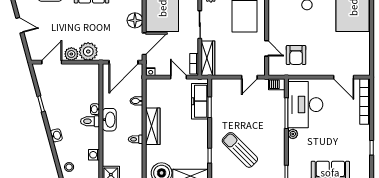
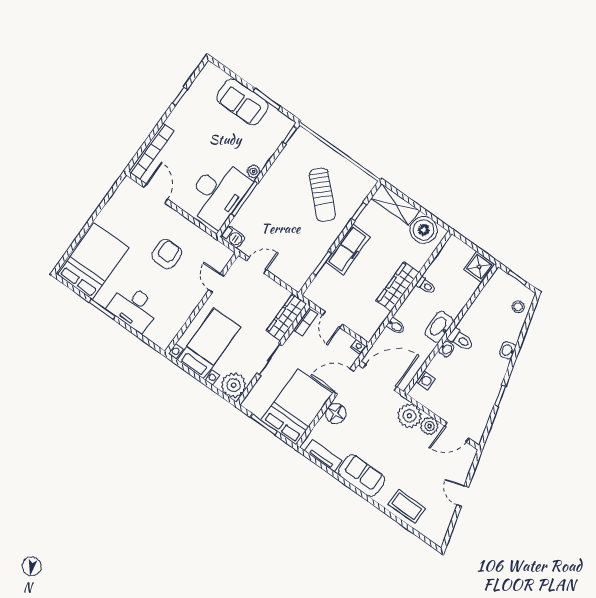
armchair: (296, 55) -> (167, 254), moved
freezer: (200, 101) -> (348, 249), moved
washing machine: (94, 155) -> (425, 380), moved

